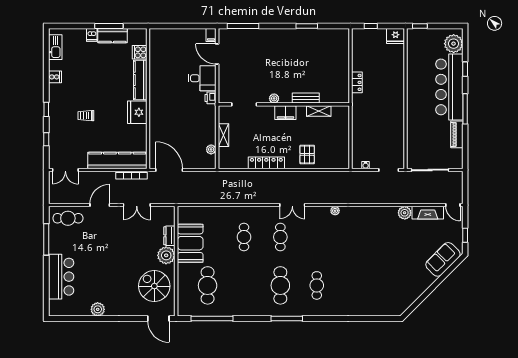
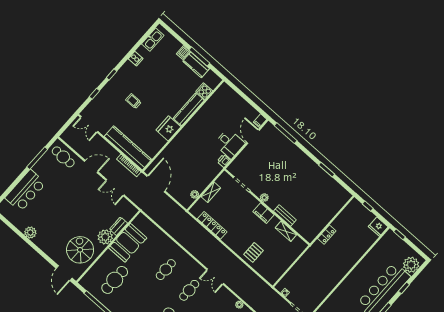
locker: (266, 163) -> (212, 225), moved

